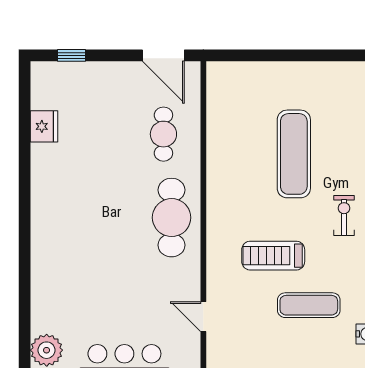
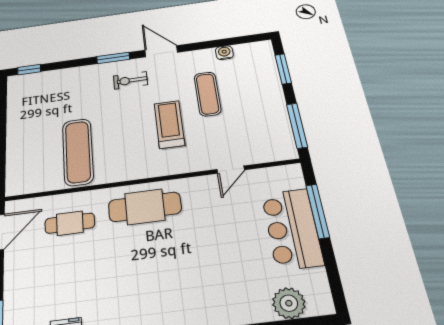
exercise mat: (294, 154) -> (78, 152), moved, turned 90
treadmill: (273, 256) -> (169, 124), turned 180

